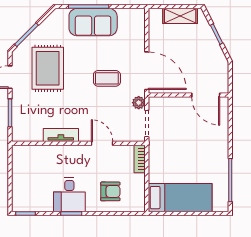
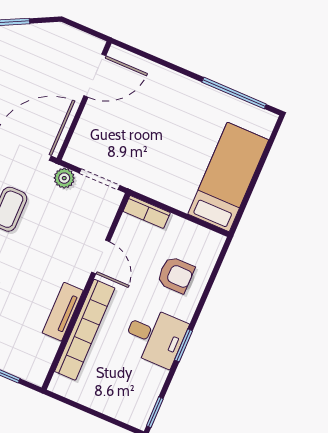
door: (102, 143) -> (101, 257), swing flipped
bookcase: (56, 152) -> (85, 330), added
armchair: (110, 191) -> (176, 275), turned 90

